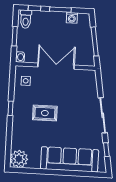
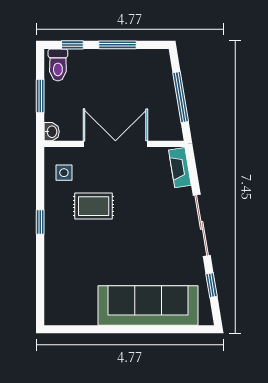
washing machine: (72, 18) -> (138, 58), removed
fireplace: (92, 82) -> (180, 168), added
rug: (45, 113) -> (94, 206), moved
plant: (19, 159) -> (60, 310), removed

